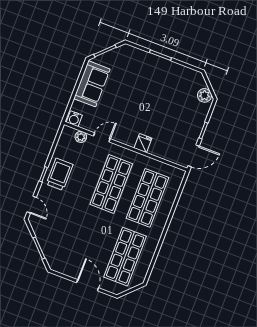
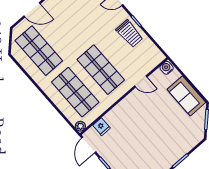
plant: (81, 137) -> (80, 126), moved
door: (102, 137) -> (141, 82), hinge flipped
fridge: (143, 143) -> (102, 127), moved

